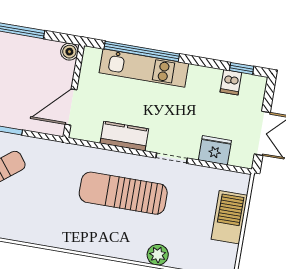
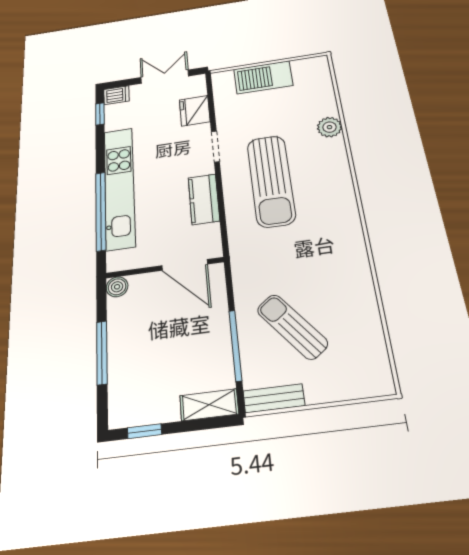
kitchen unit: (144, 68) -> (119, 187), width x1.36
dishwasher: (231, 82) -> (117, 95), moved

